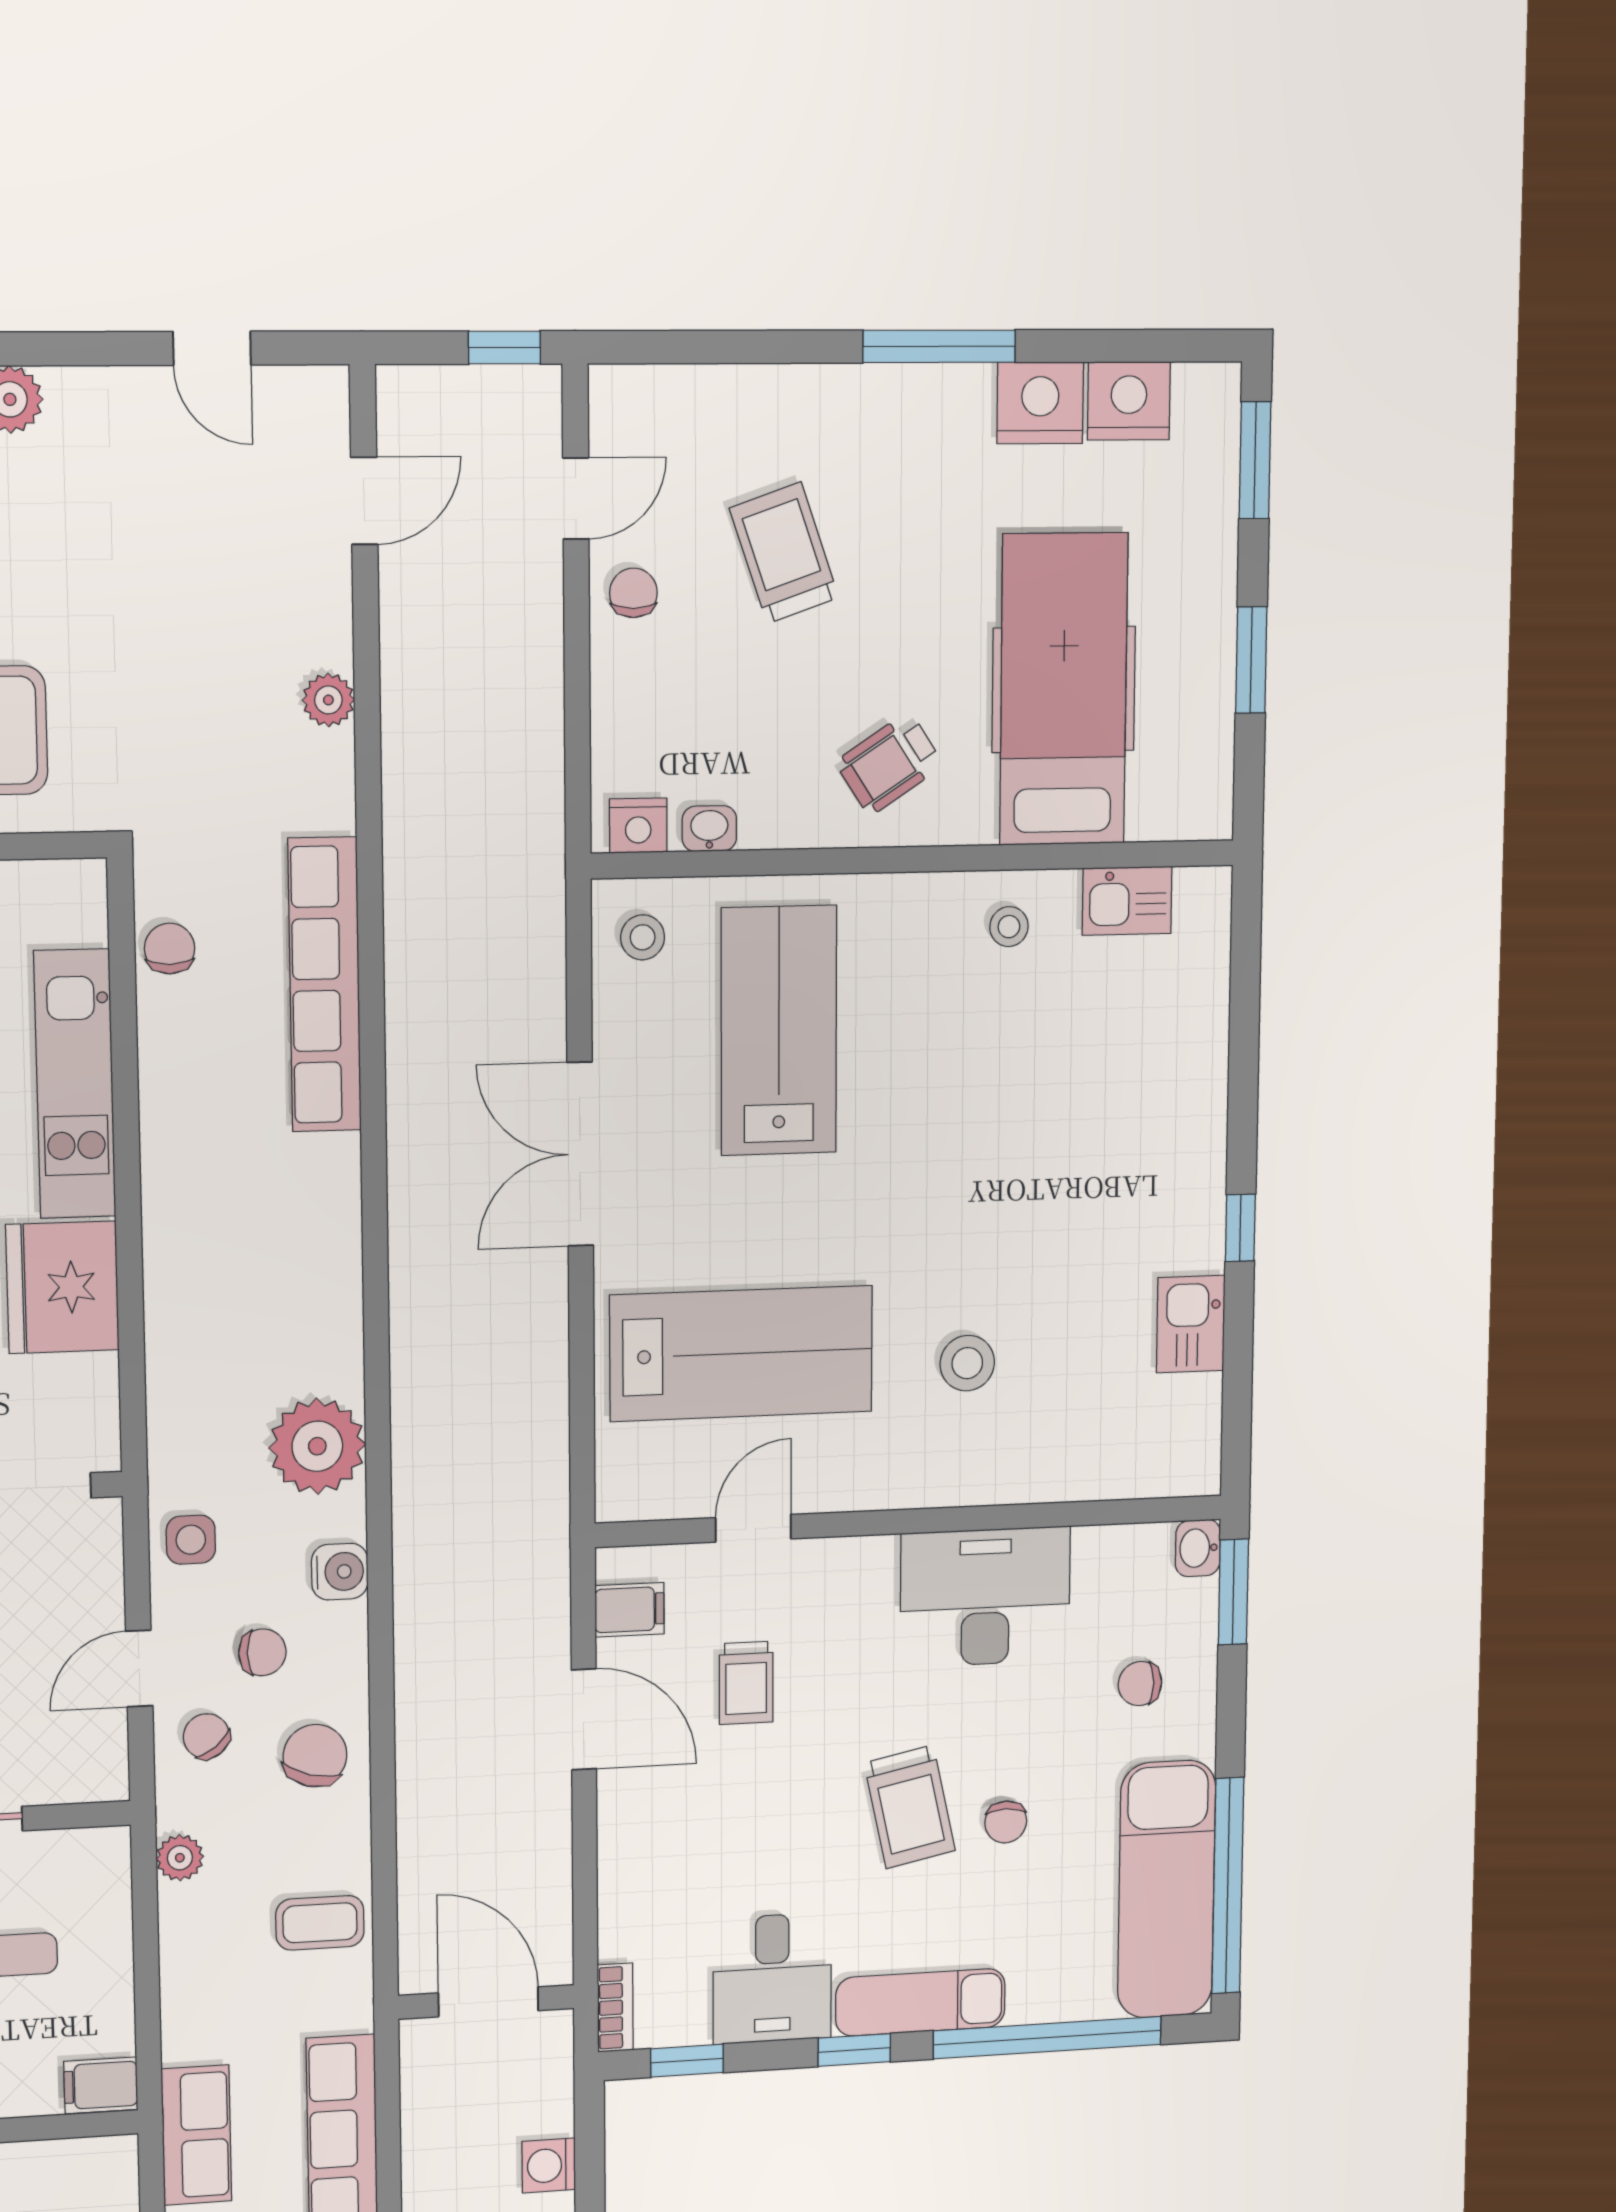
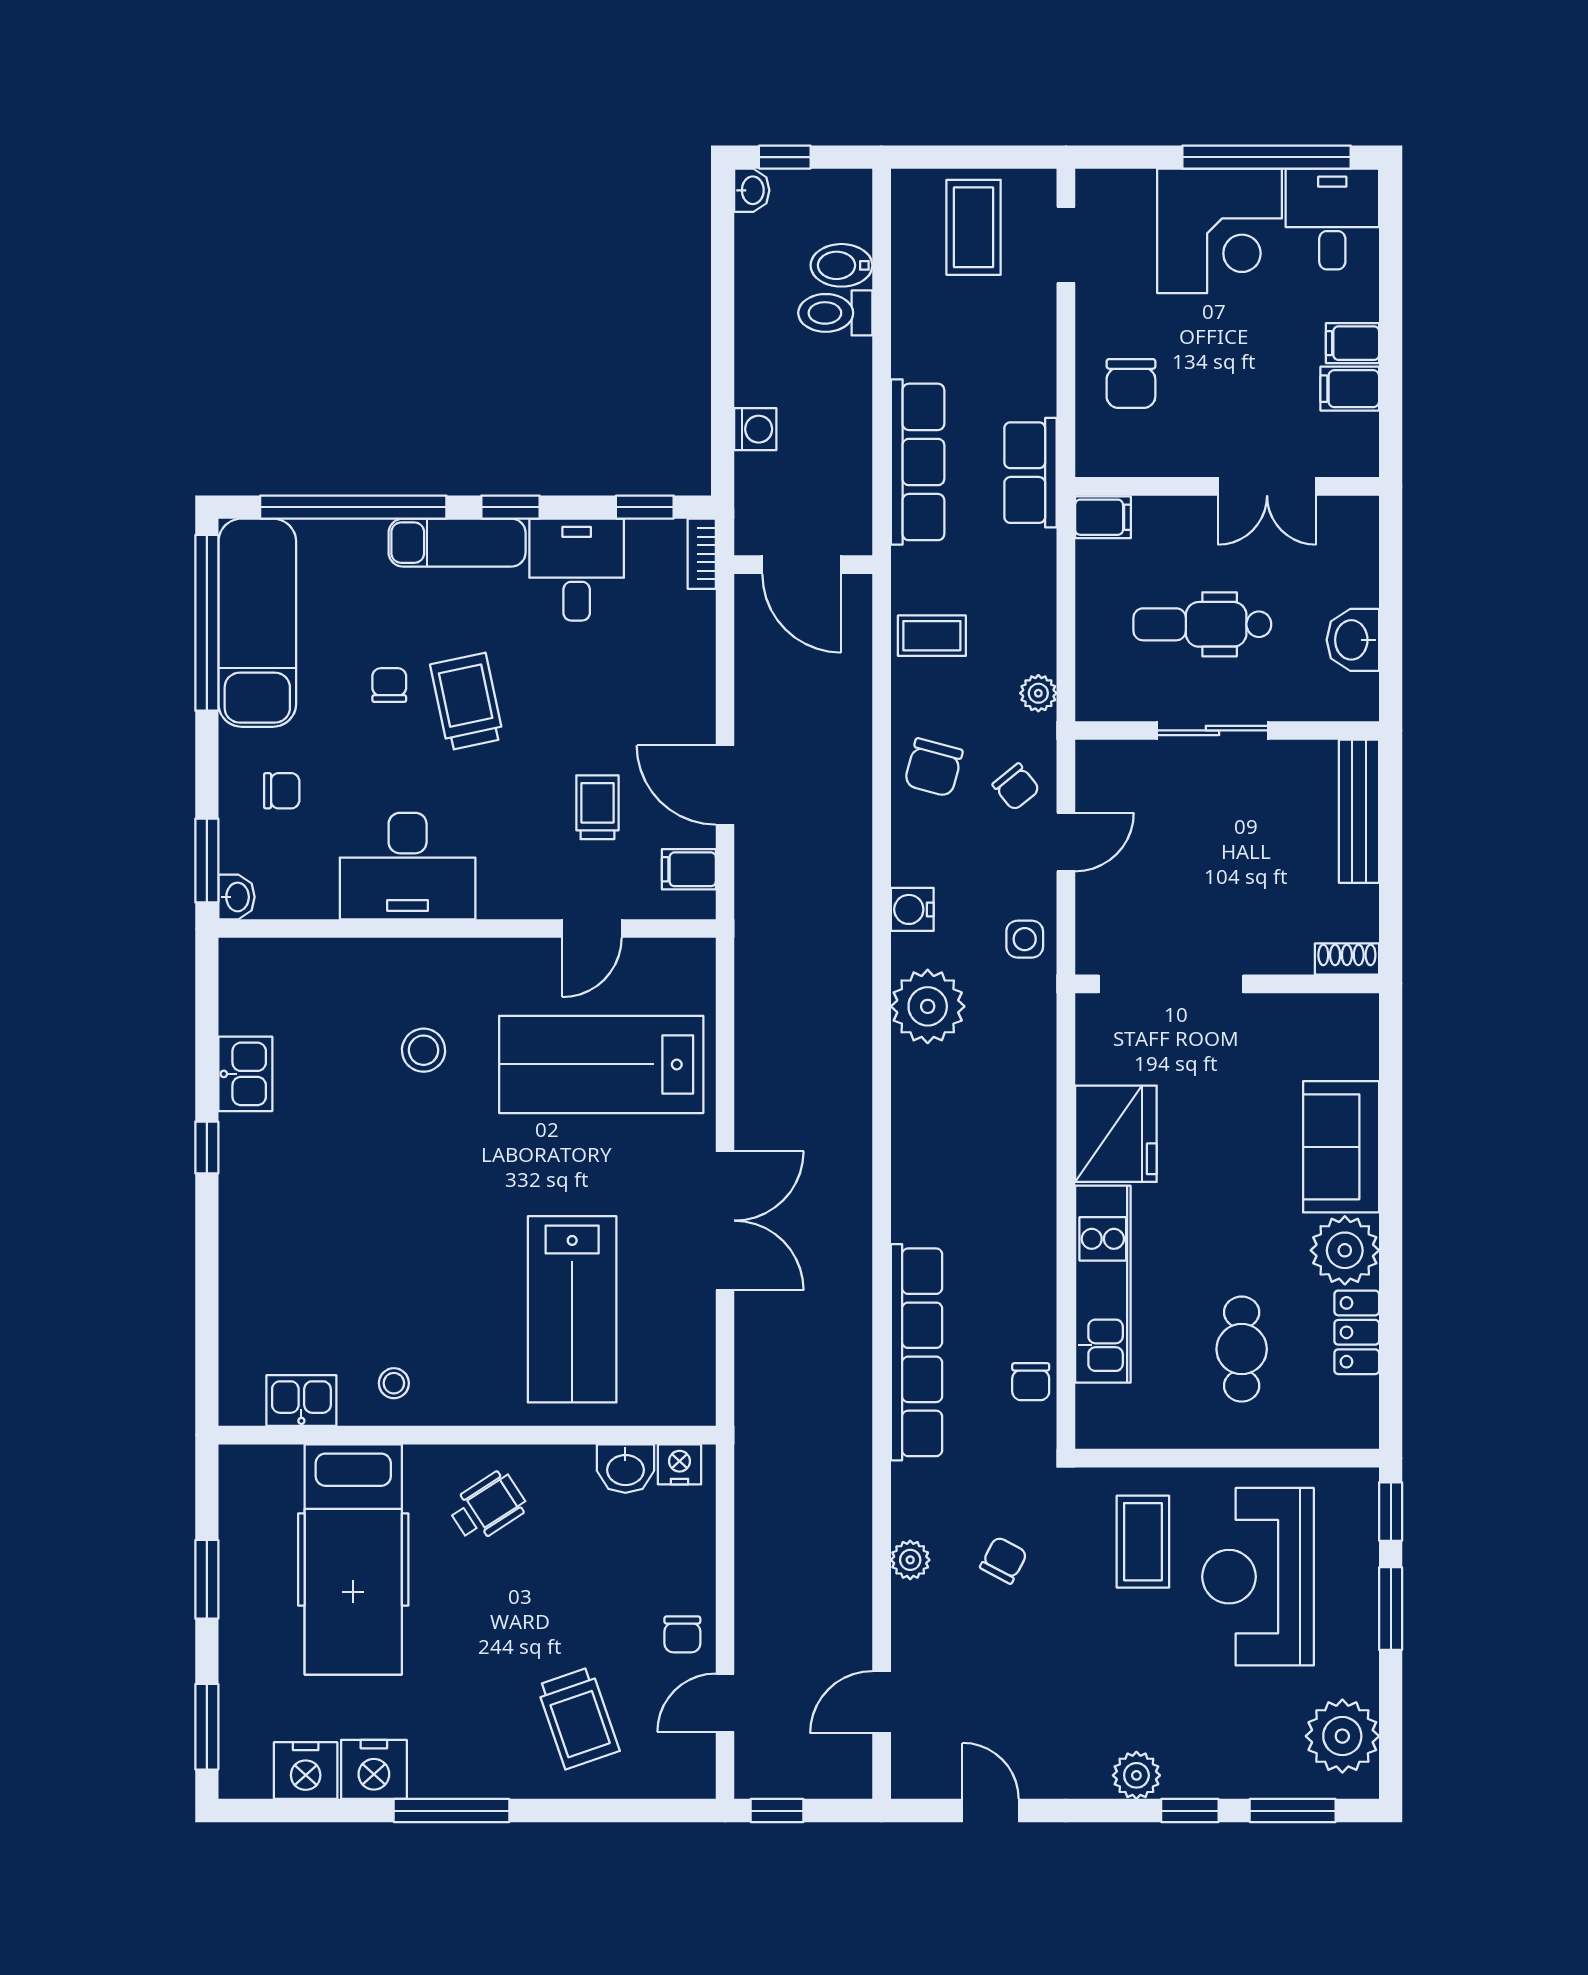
trolley: (784, 553) -> (578, 1718), moved
washbasin: (709, 829) -> (625, 1469), width x1.38, depth x1.45
stool: (643, 937) -> (677, 1382), removed
chair: (262, 1652) -> (1004, 1560), moved, turned 118

